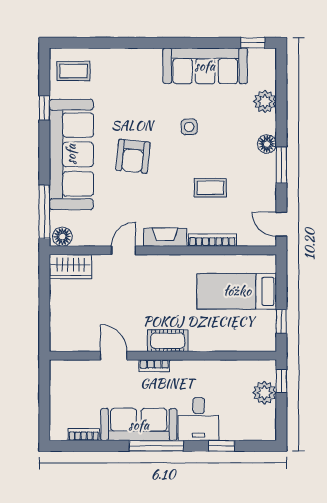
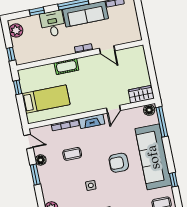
floor lamp: (267, 144) -> (41, 160), moved
armchair: (133, 156) -> (119, 163), turned -96
cot: (168, 341) -> (66, 66), moved
plant: (264, 393) -> (16, 30), moved

